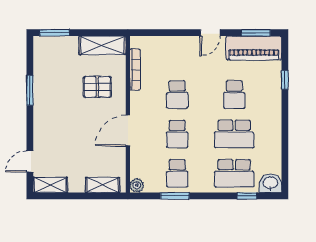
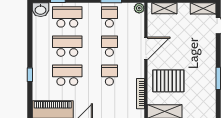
window: (285, 80) -> (30, 75), moved
pallet: (97, 87) -> (168, 81), width x1.50, depth x1.42
school desk: (234, 95) -> (67, 75), width x1.85

